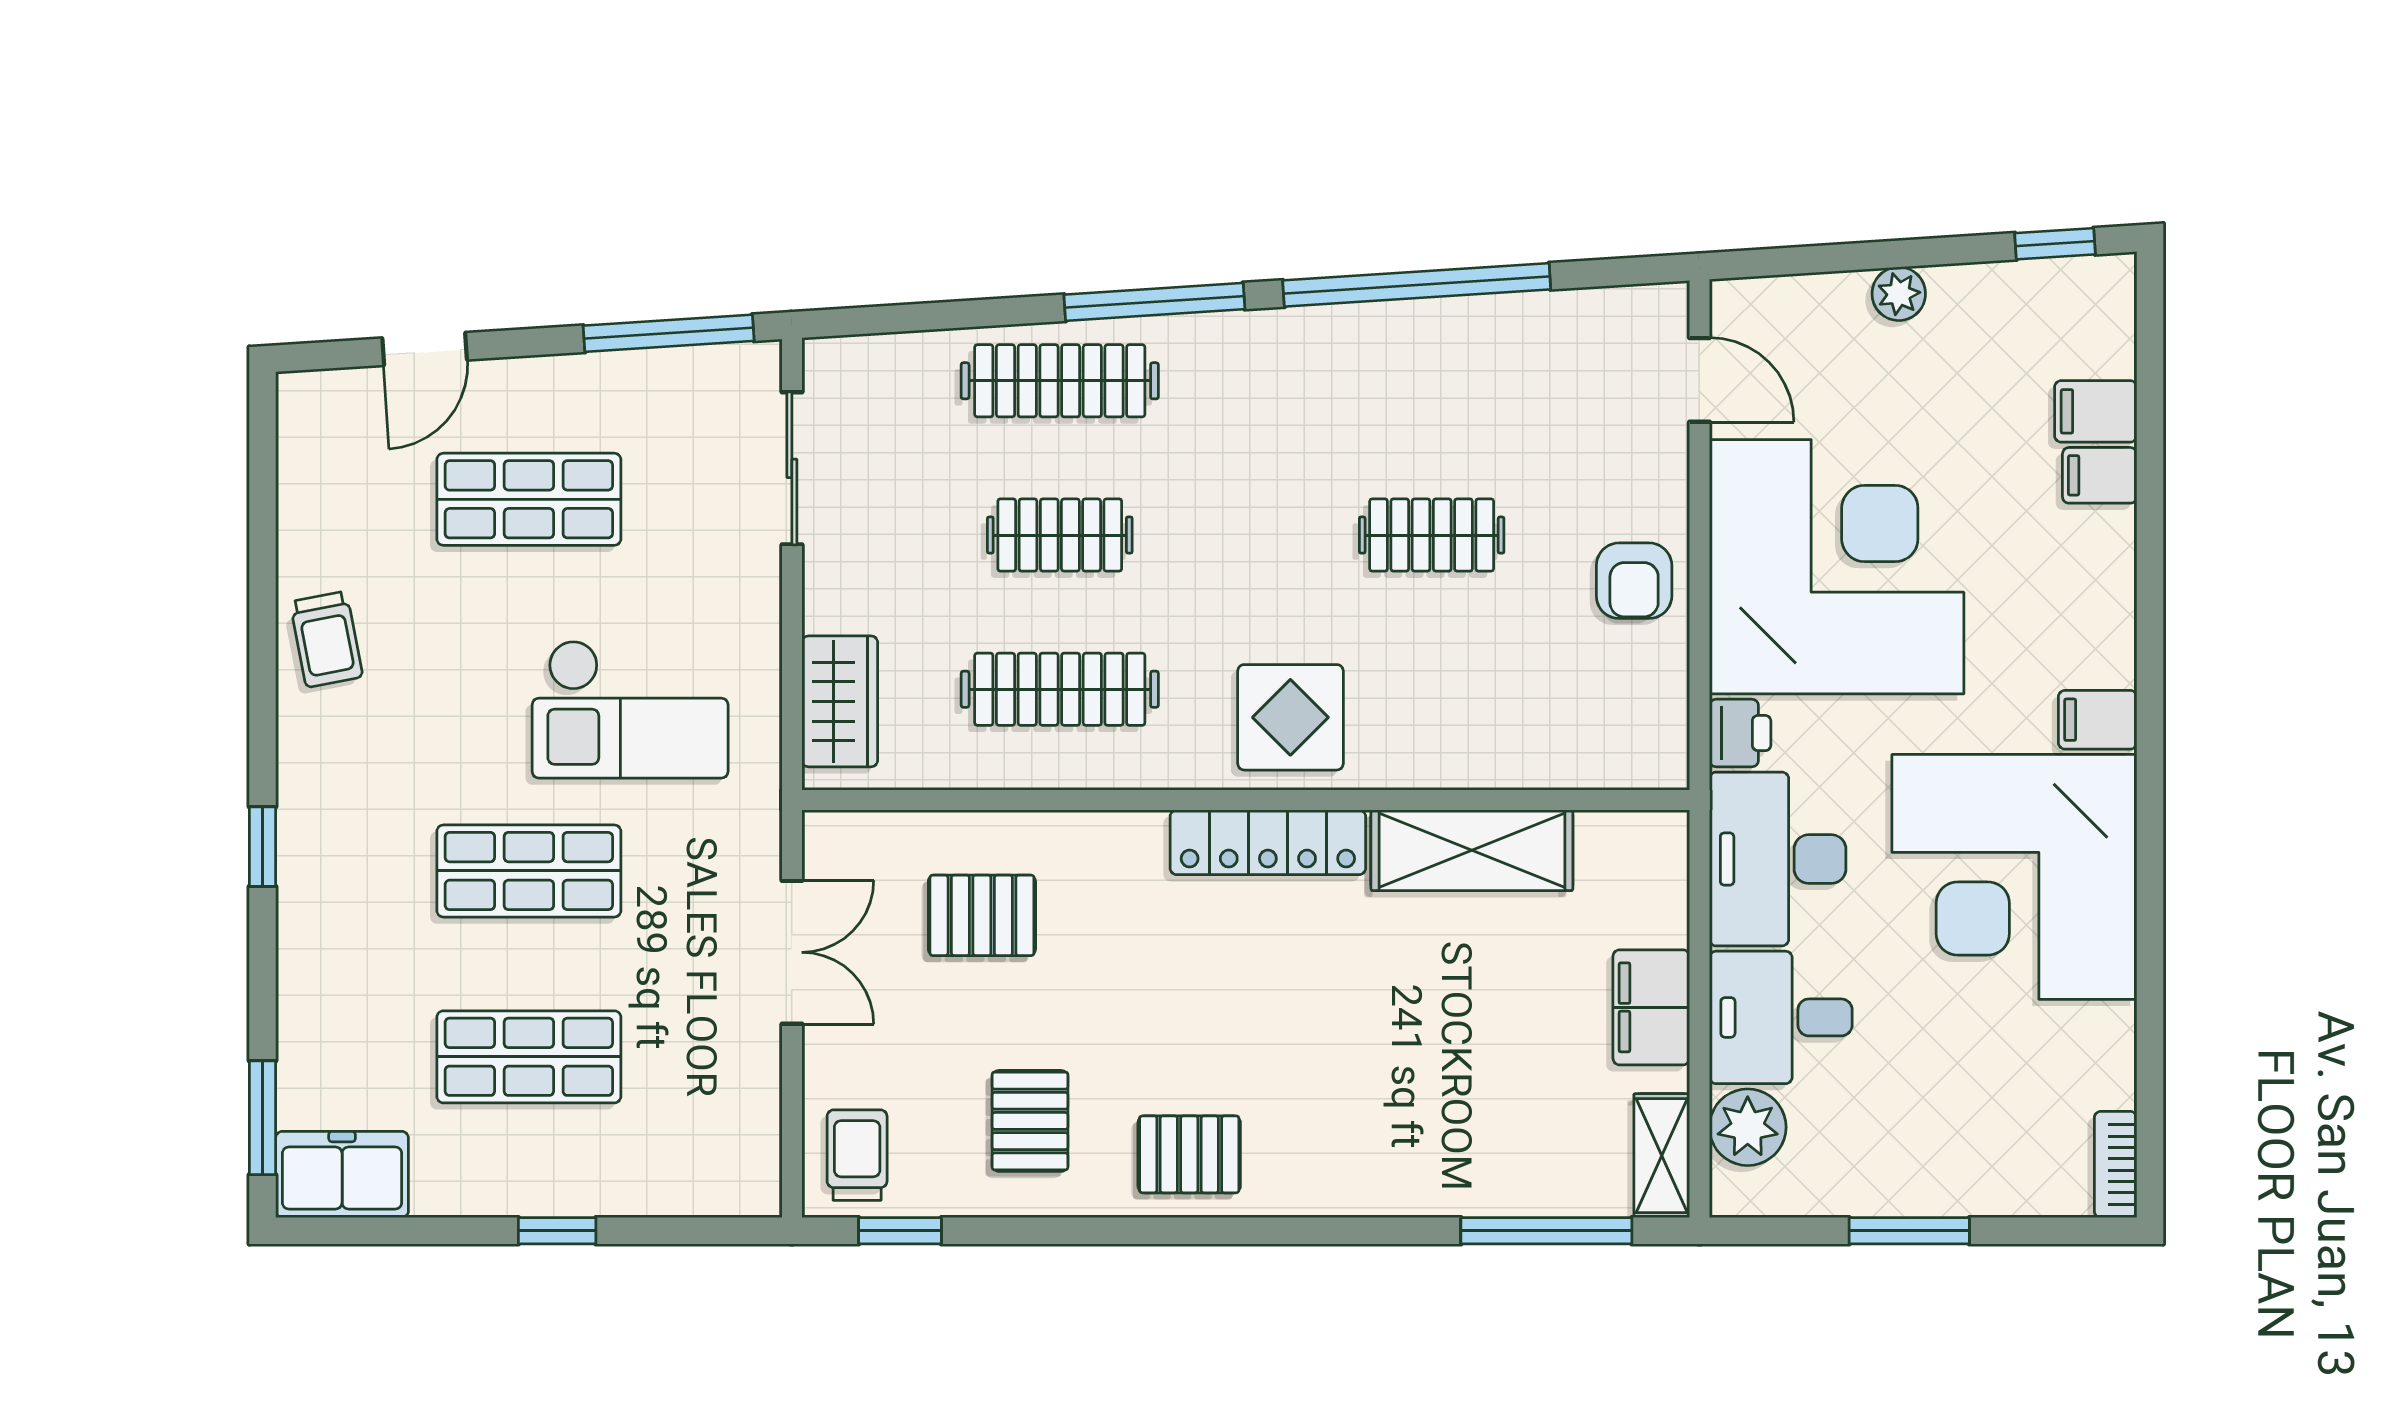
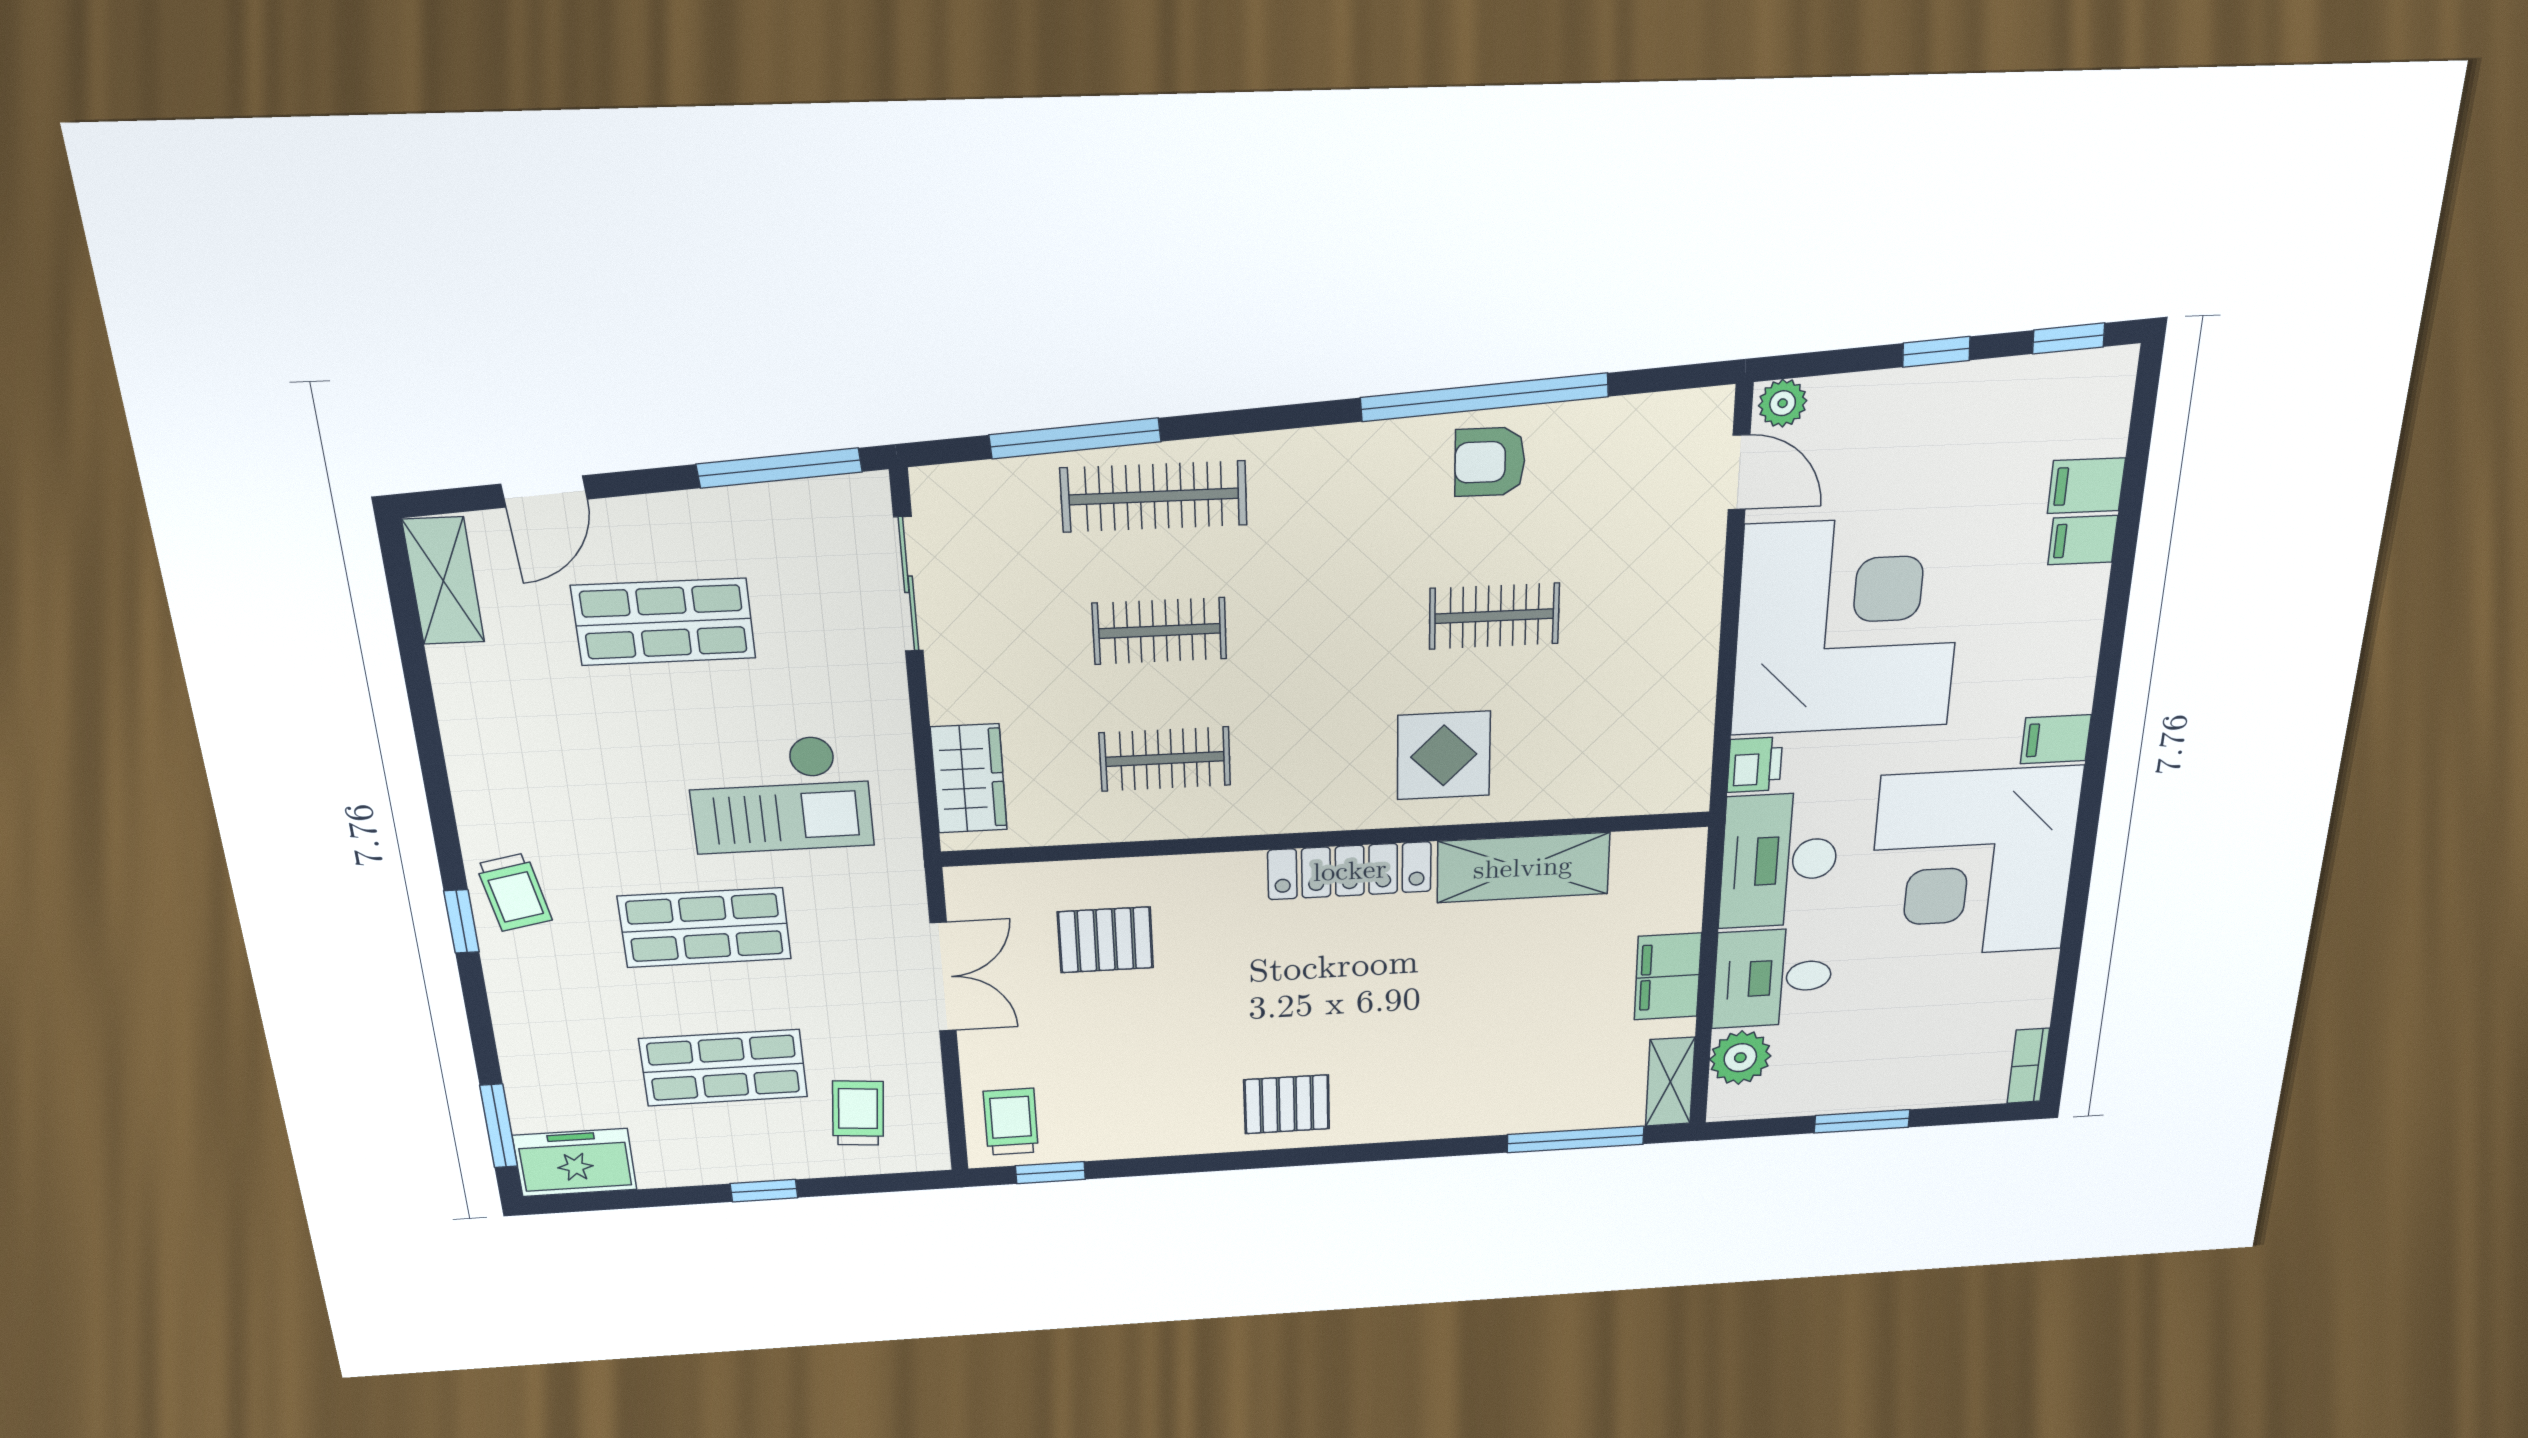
window: (1909, 253) -> (1936, 352), added
plant: (1899, 294) -> (1783, 403), moved
window: (1154, 302) -> (1075, 438), moved
shelving: (307, 443) -> (443, 581), added
armchair: (1634, 581) -> (1490, 462), moved, turned 90
trolley: (326, 639) -> (514, 892), moved
clothes rail: (1060, 689) -> (1165, 759), width x0.73
display table: (1290, 717) -> (1444, 755), moved
pallet: (1030, 1121) -> (1154, 1089), removed
trolley: (678, 1130) -> (858, 1113), added

